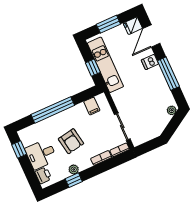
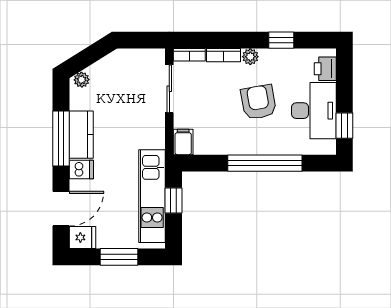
kitchen counter: (158, 81) -> (81, 135), added
filing cabinet: (92, 106) -> (183, 142), moved
desk: (41, 154) -> (314, 111), width x1.37
plant: (74, 169) -> (250, 57), moved

